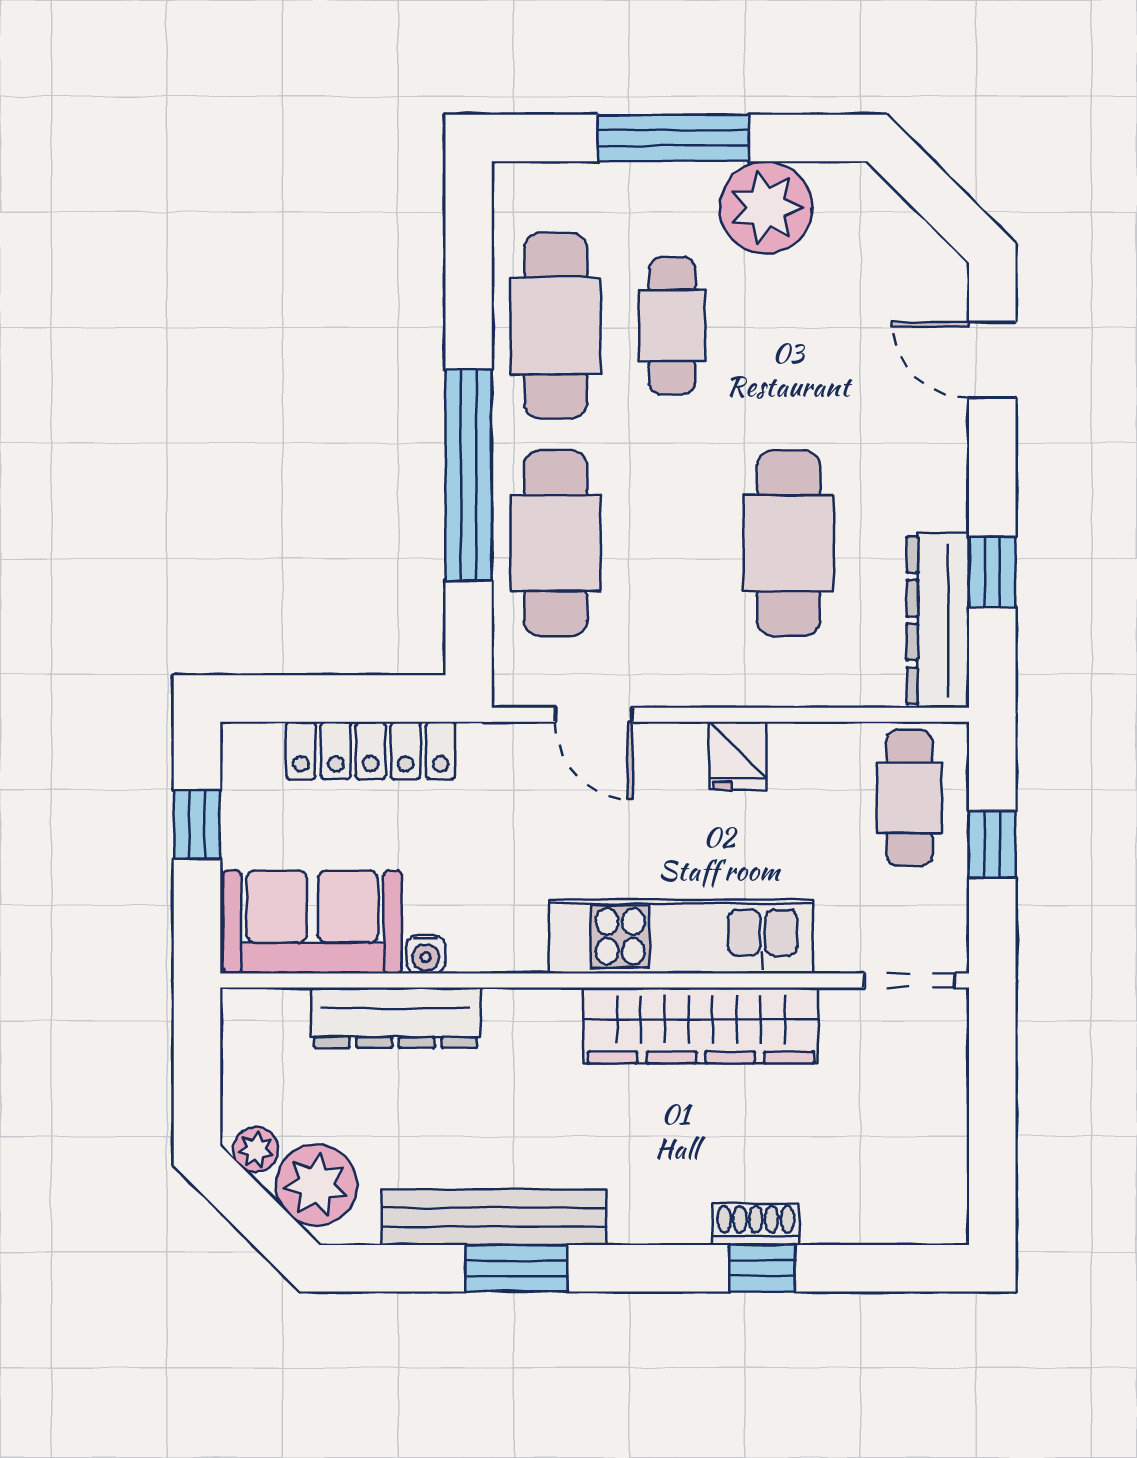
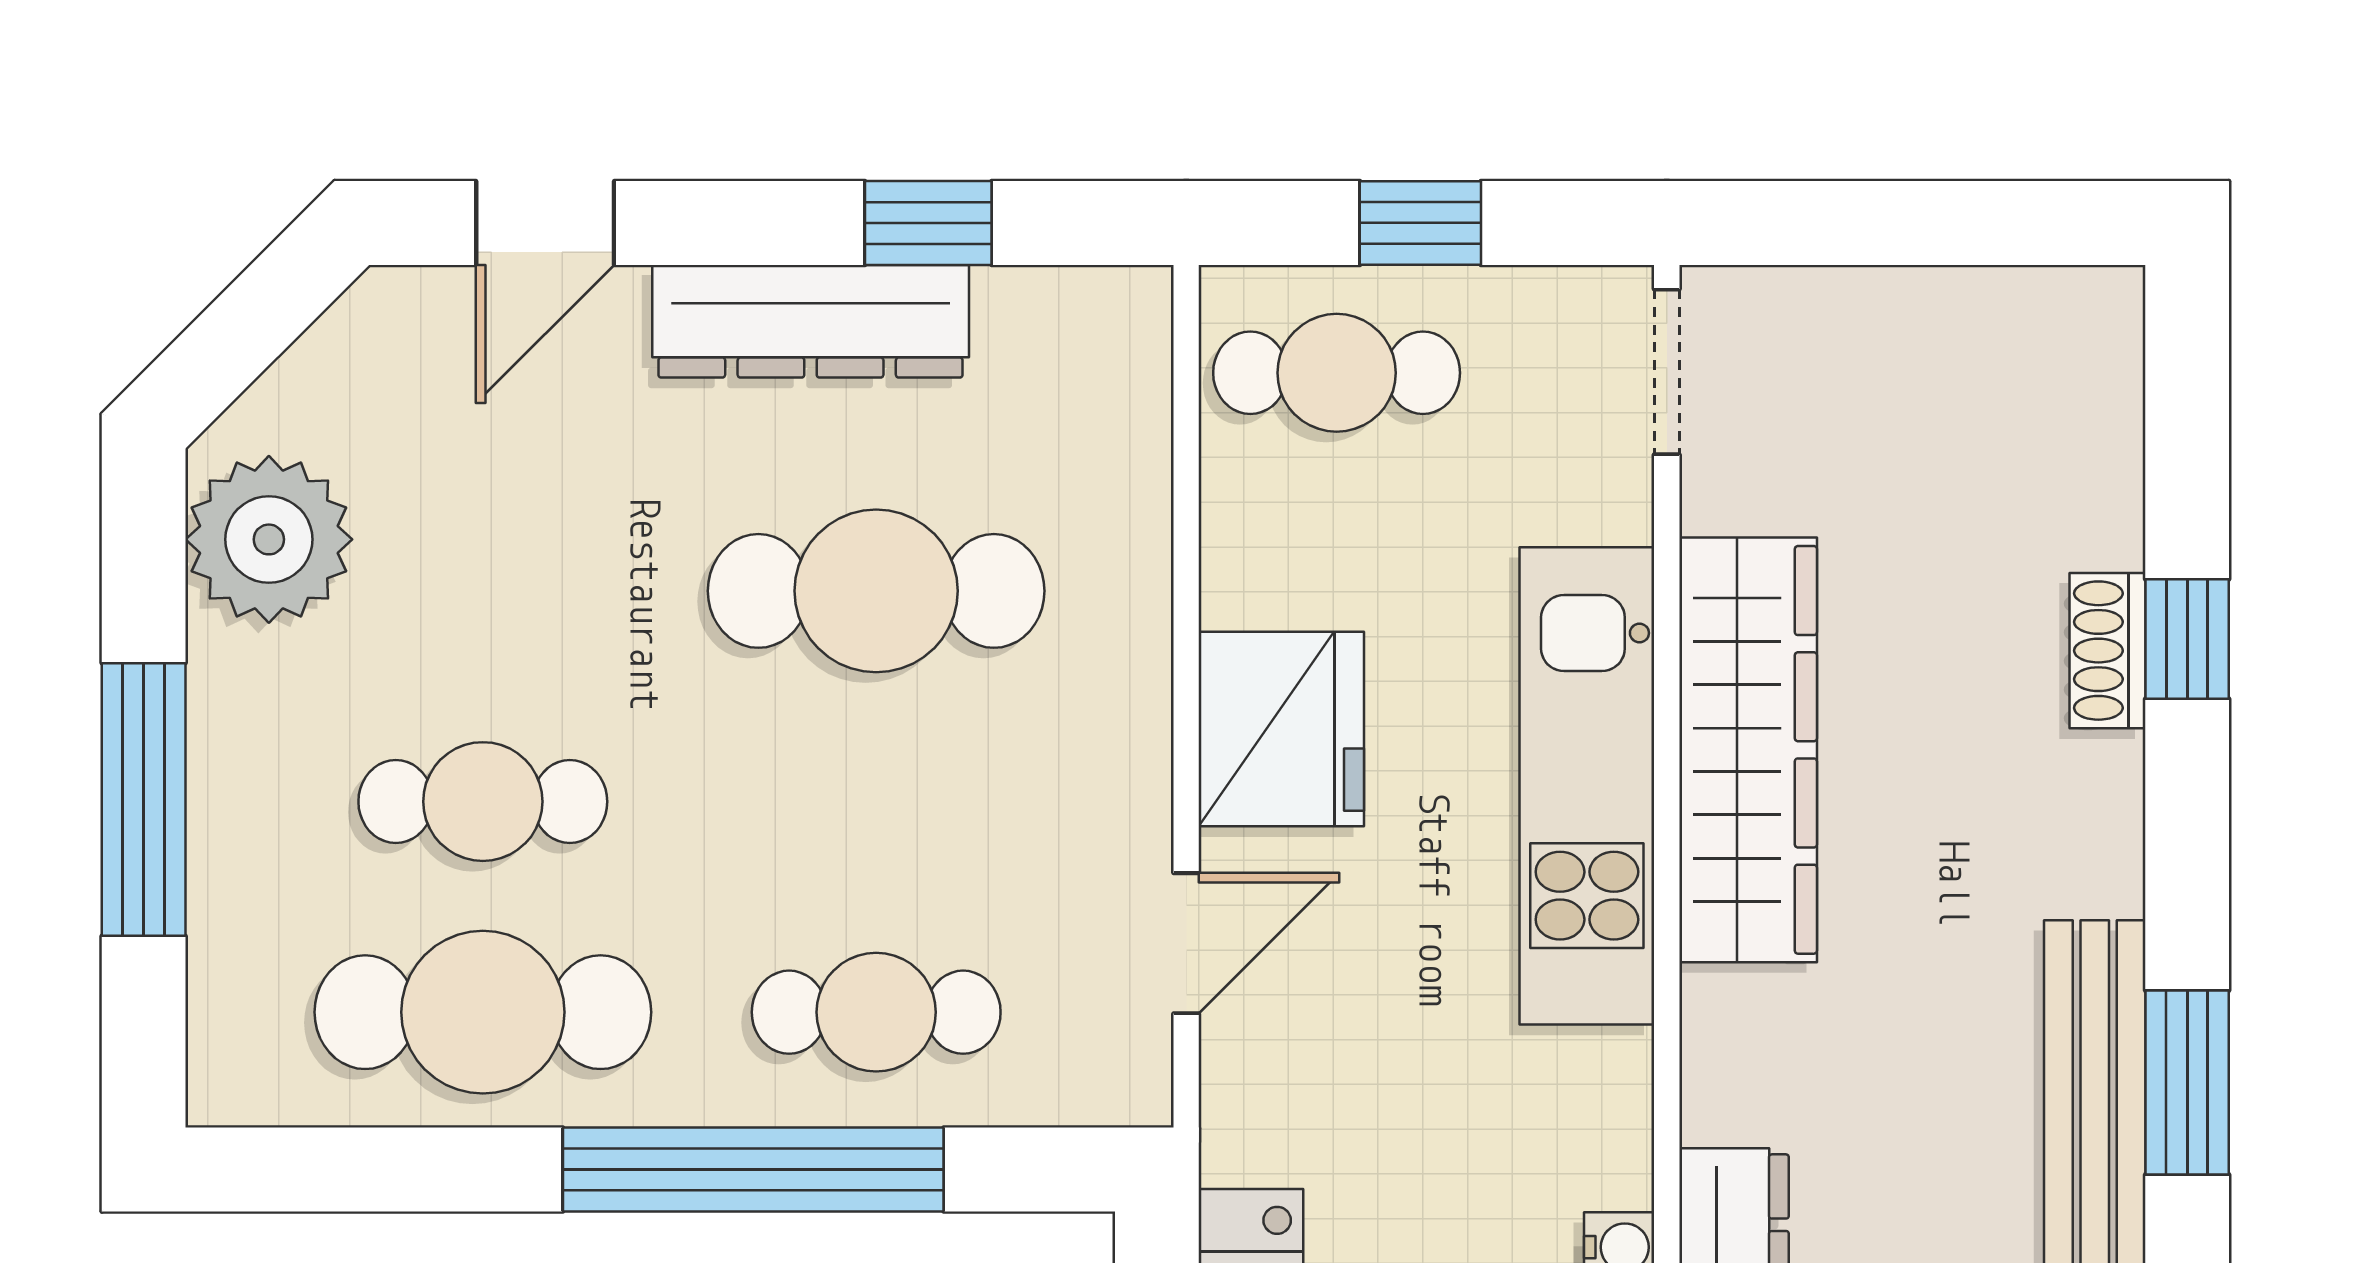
plant: (766, 207) -> (269, 539), moved
cafe table: (556, 543) -> (876, 1012), width x0.73, depth x0.74
dresser: (938, 620) -> (811, 321), moved
fridge: (738, 756) -> (1281, 729), width x1.88, depth x1.34

